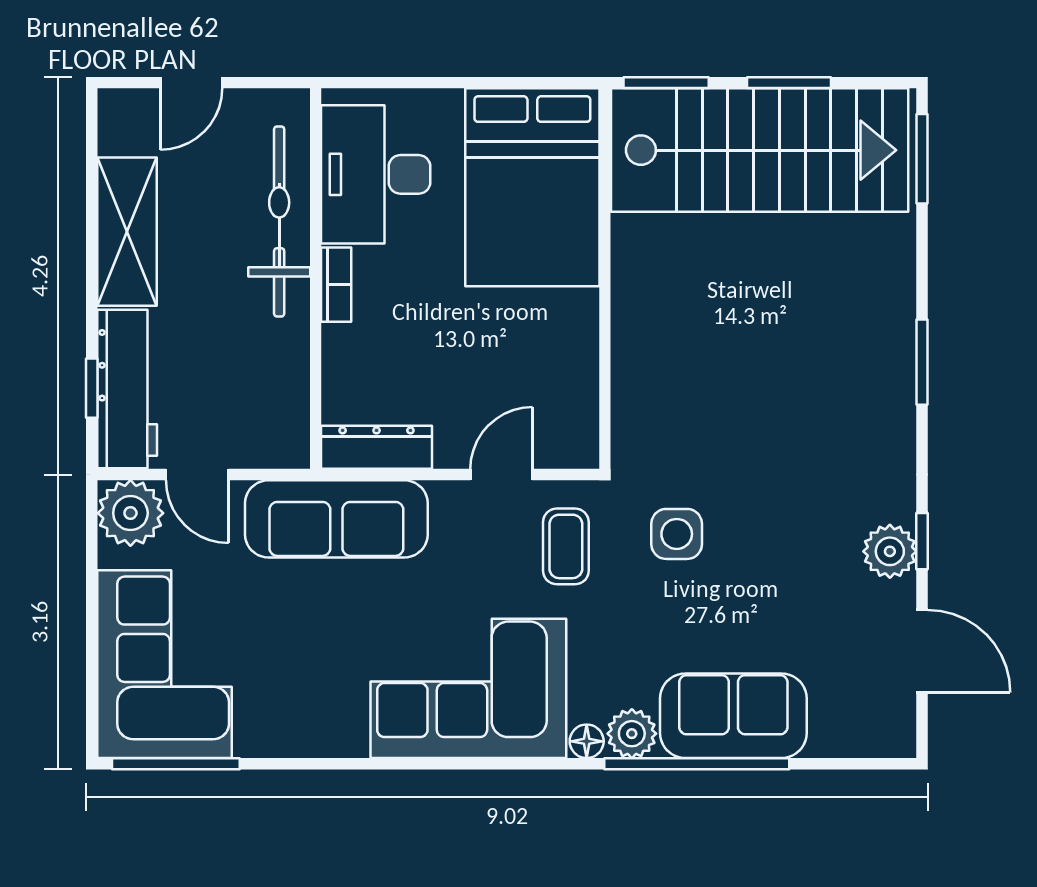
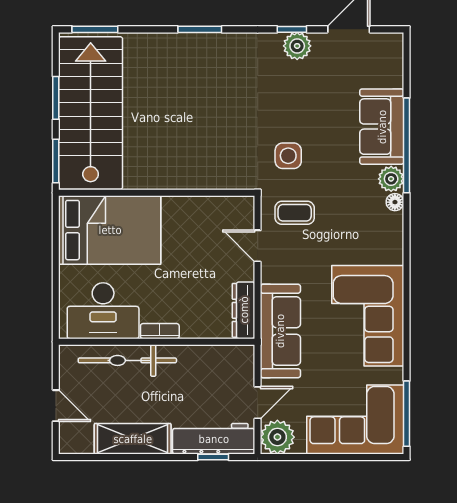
corner sofa: (468, 688) -> (368, 316), moved

